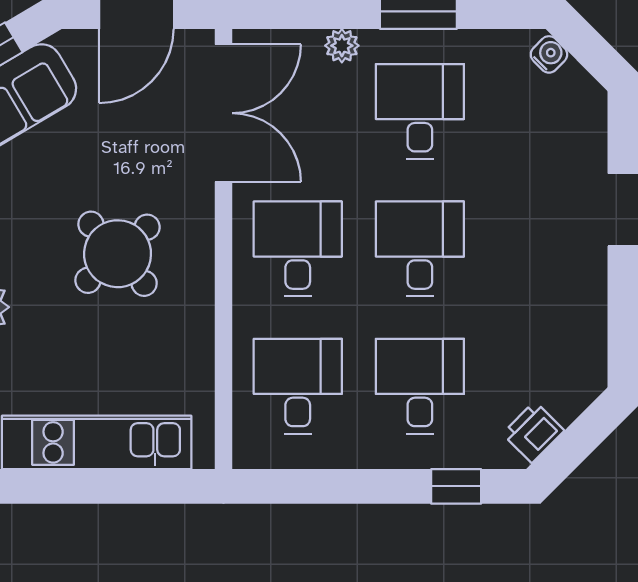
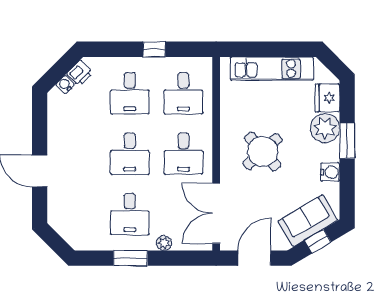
water cooler: (549, 54) -> (65, 85), moved, turned 90
window: (456, 486) -> (154, 49), moved

